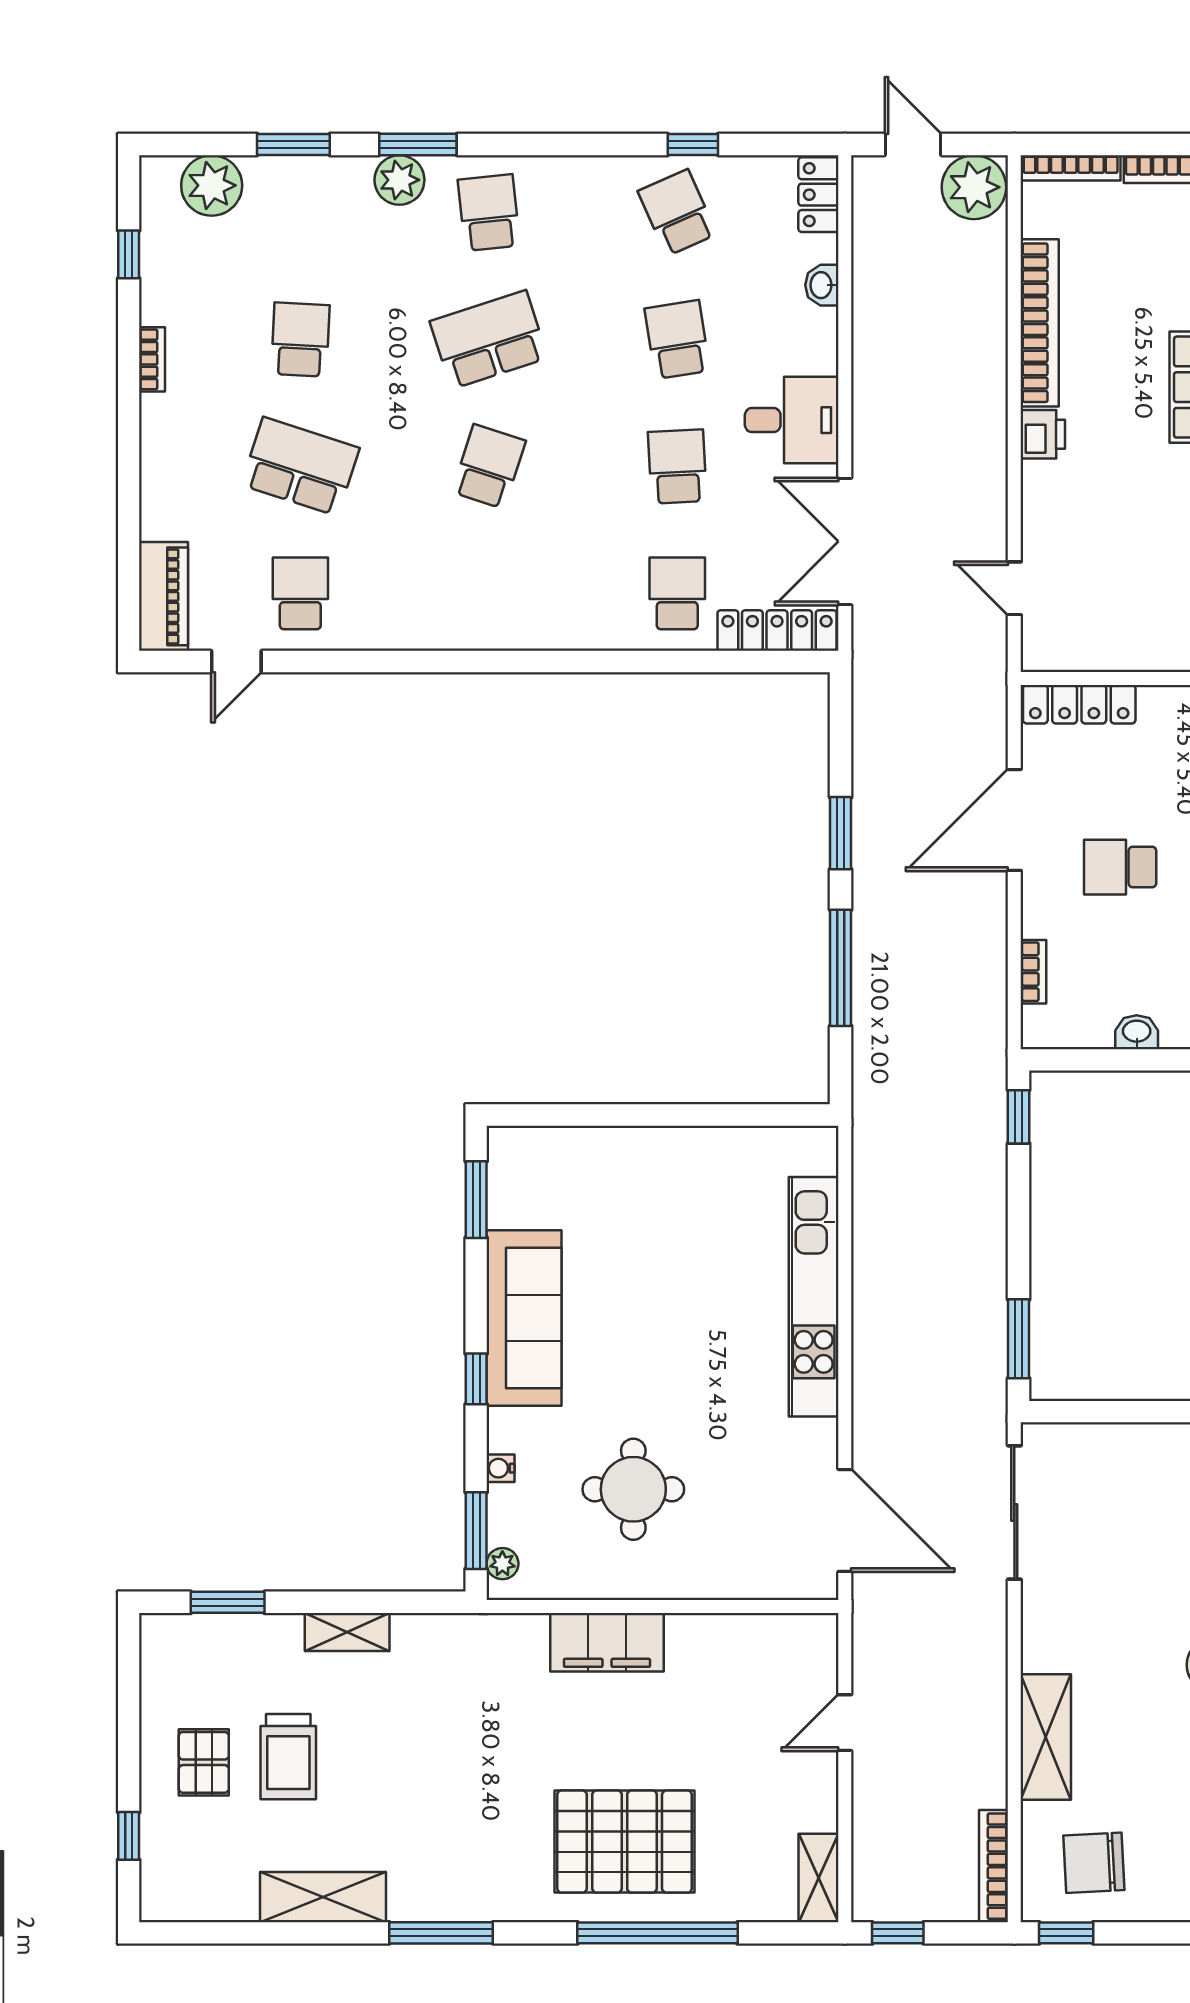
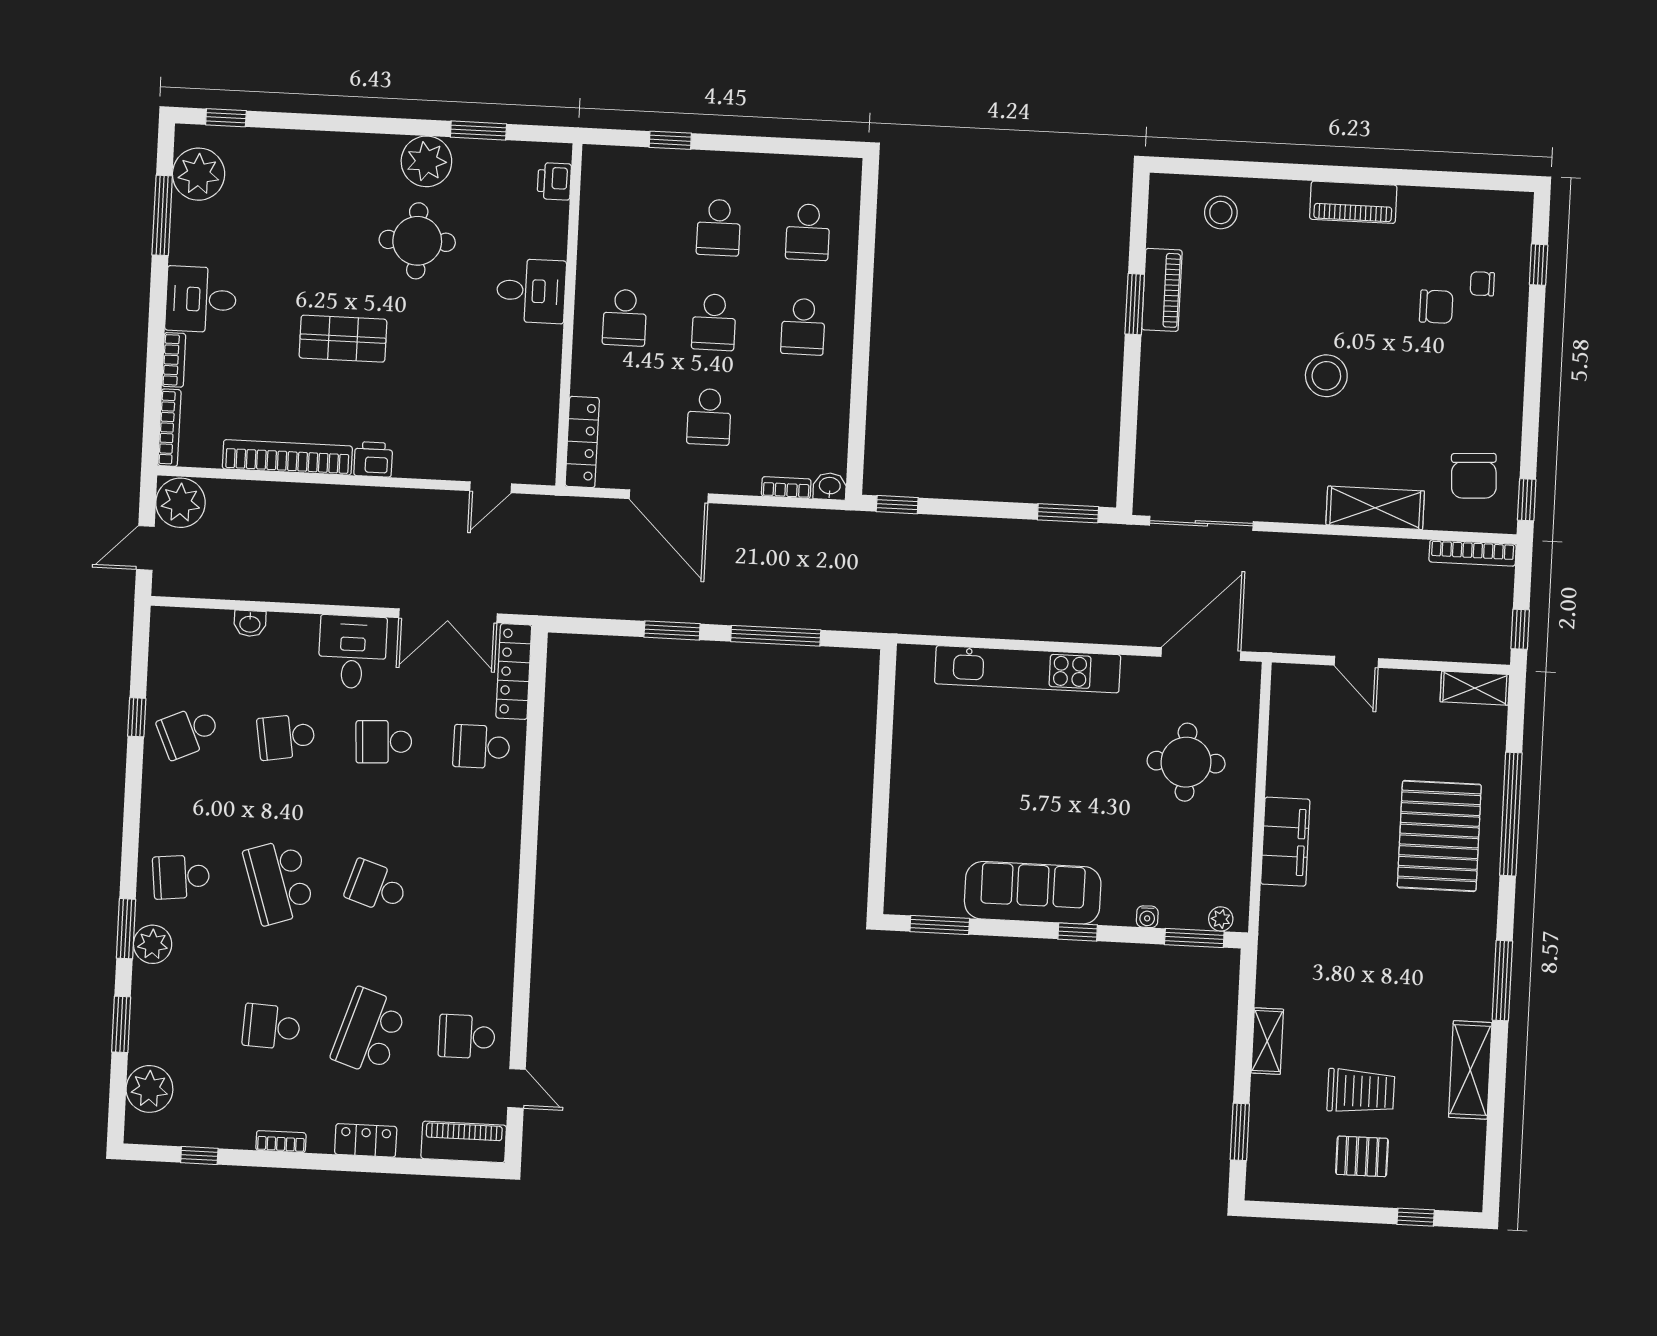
locker: (818, 195) -> (366, 1140), moved, turned 180
washbasin: (1137, 1032) -> (830, 486), moved, turned 90
round table: (633, 1489) -> (1186, 762), moved

